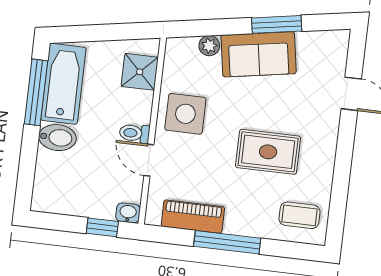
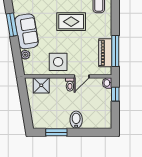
bathtub: (63, 84) -> (51, 120), removed
window: (36, 92) -> (56, 132), width x0.69
rug: (268, 152) -> (71, 22), turned 90
window: (227, 242) -> (115, 51), moved

